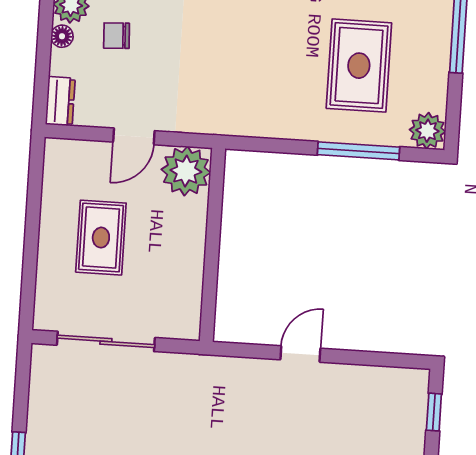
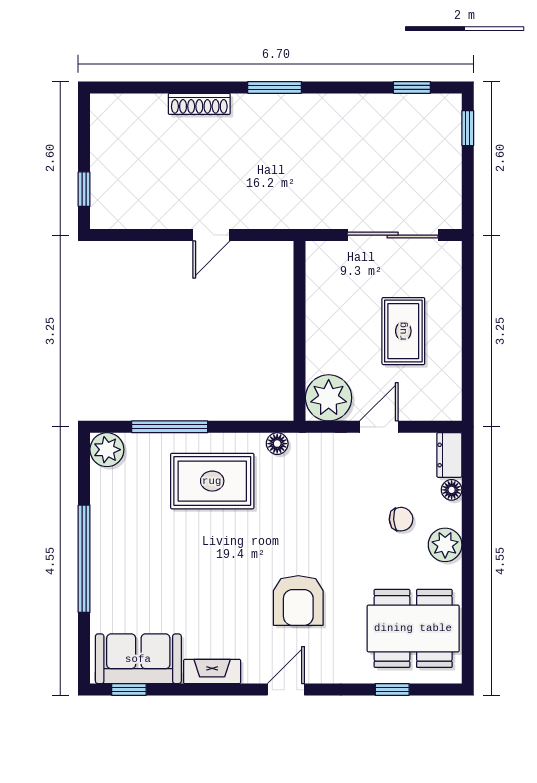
floor lamp: (62, 36) -> (452, 490), moved
rug: (359, 66) -> (212, 481), moved, turned 90
floor lamp: (244, 125) -> (277, 444), added

